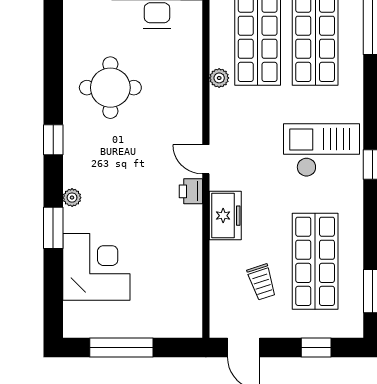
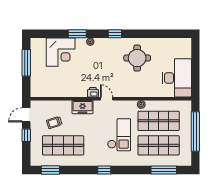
checkout: (322, 150) -> (119, 135), moved
door: (206, 159) -> (107, 99), hinge flipped
window: (316, 348) -> (26, 135), moved

